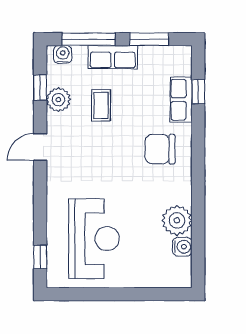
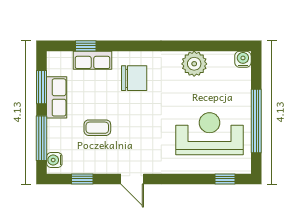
row of seats: (113, 57) -> (57, 97), moved
plant: (58, 100) -> (92, 164), removed
chair: (160, 149) -> (134, 78), turned -90
water cooler: (182, 247) -> (243, 59), moved
window: (109, 294) -> (256, 121), added

